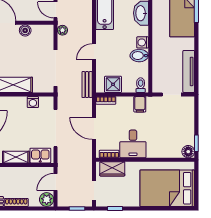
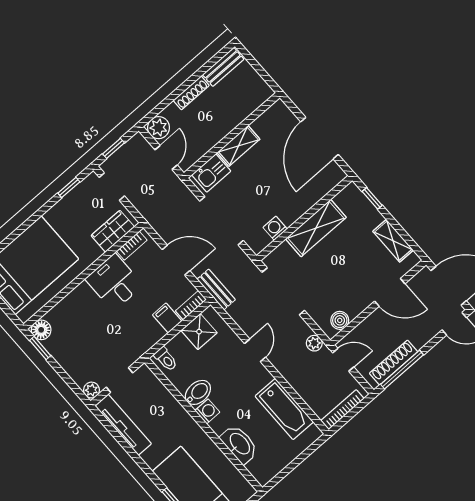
boiler: (25, 30) -> (340, 320), moved
bench: (87, 85) -> (216, 289), moved
plant: (189, 101) -> (91, 390), added
filing cabinet: (140, 104) -> (167, 318), moved

